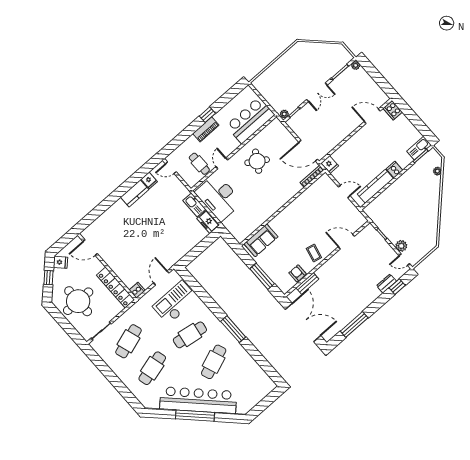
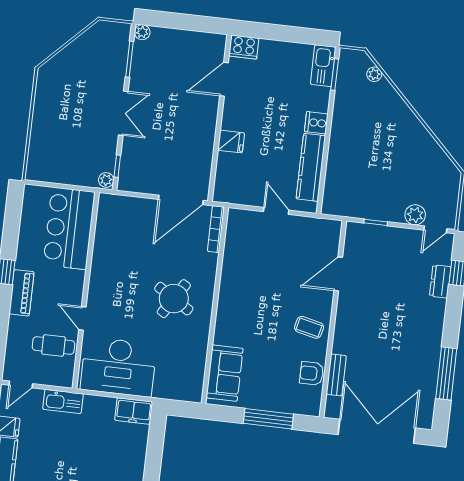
round table: (257, 161) -> (174, 299), moved
fridge: (330, 164) -> (231, 142), moved
door: (344, 191) -> (276, 211), hinge flipped
kitchen sink: (194, 205) -> (63, 401), moved

